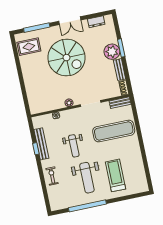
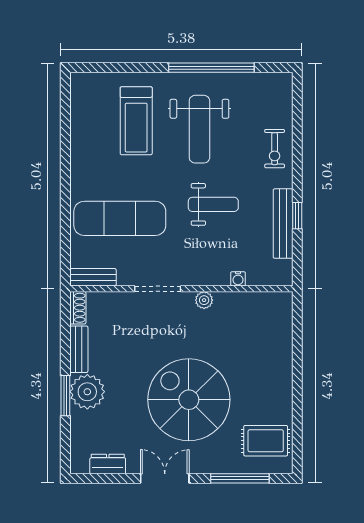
weight bench: (74, 146) -> (213, 204), turned 90
weight bench: (87, 178) -> (199, 129), turned 180

